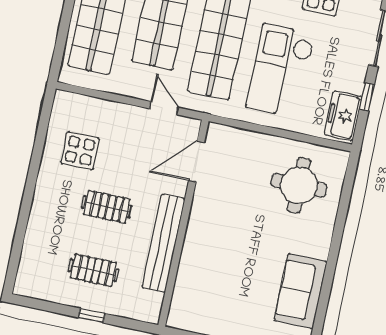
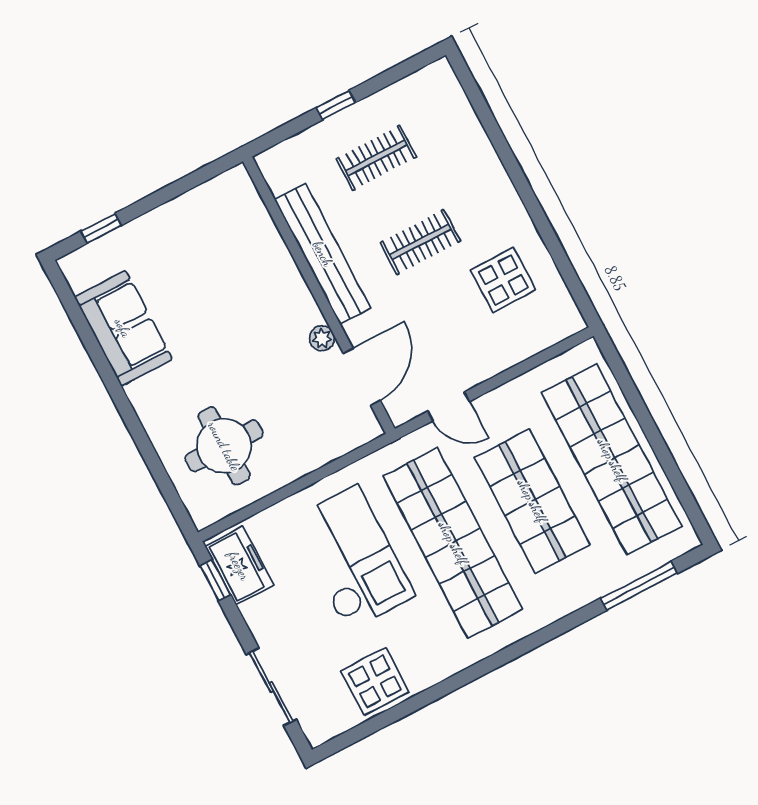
window: (367, 97) -> (215, 580), moved
plant: (201, 199) -> (322, 338), added

